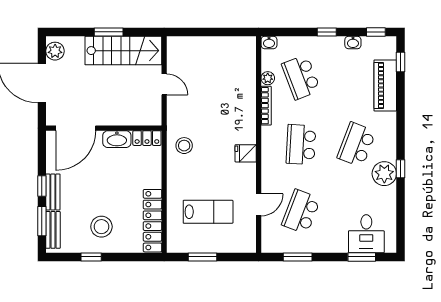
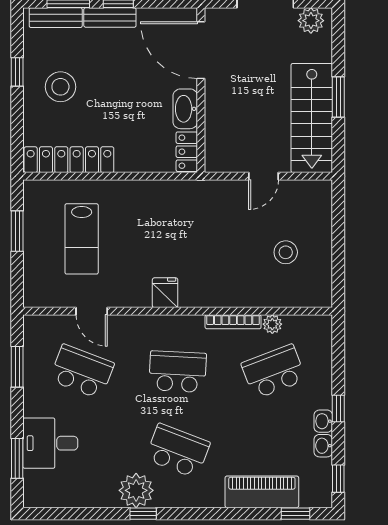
washbasin: (269, 42) -> (323, 421), moved
stool: (184, 146) -> (286, 252), moved
desk: (366, 234) -> (50, 443), moved

